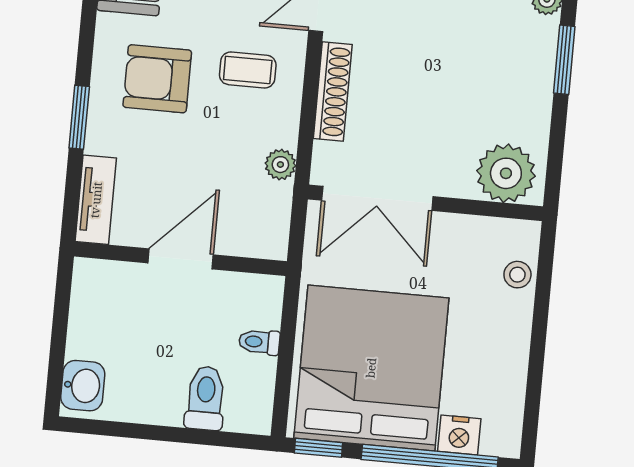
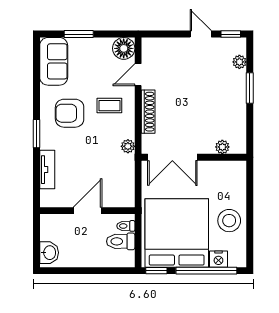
plant: (506, 173) -> (222, 147), width x0.53, depth x0.53
wall: (180, 259) -> (87, 211), moved
door: (181, 259) -> (87, 211), moved
stool: (517, 275) -> (229, 221), moved, width x1.89, depth x1.89
toilet: (205, 398) -> (121, 241), moved, turned -90

